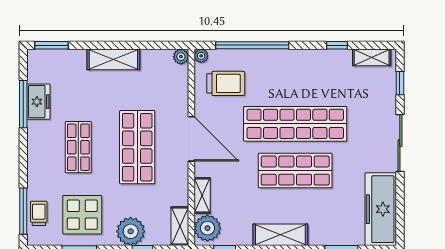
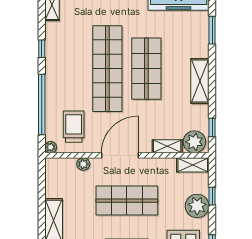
window: (337, 45) -> (42, 49), moved
plant: (181, 57) -> (83, 164), moved

